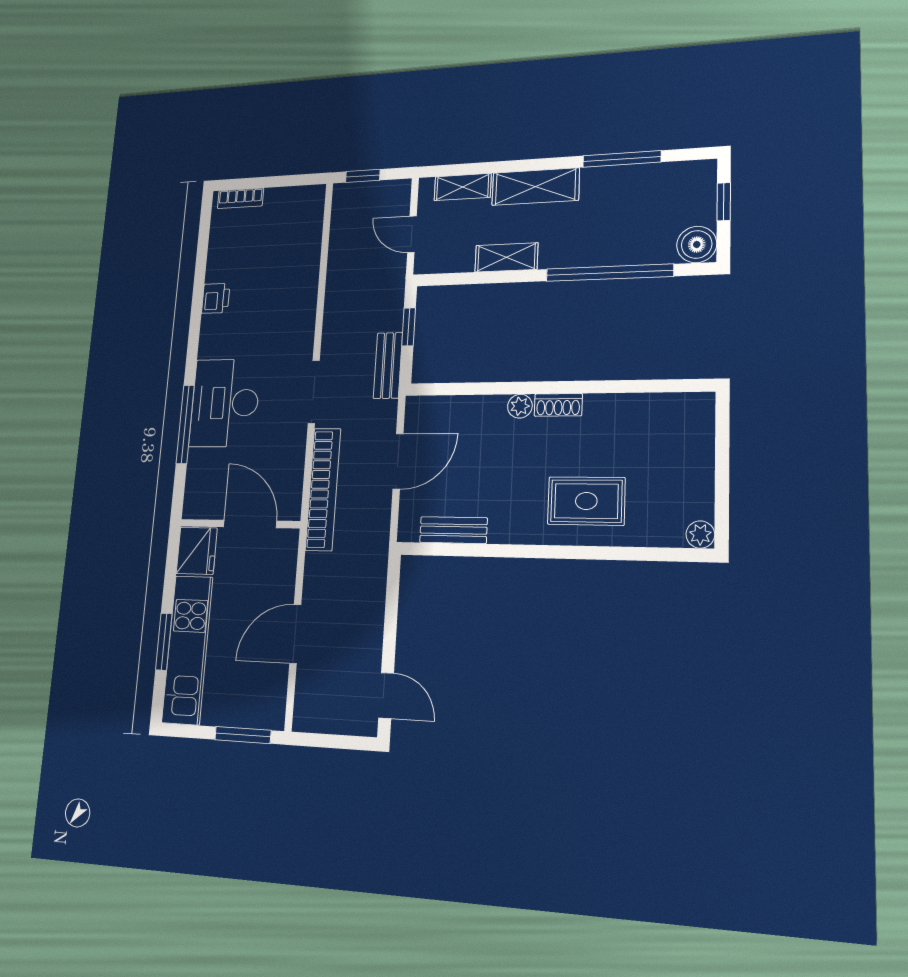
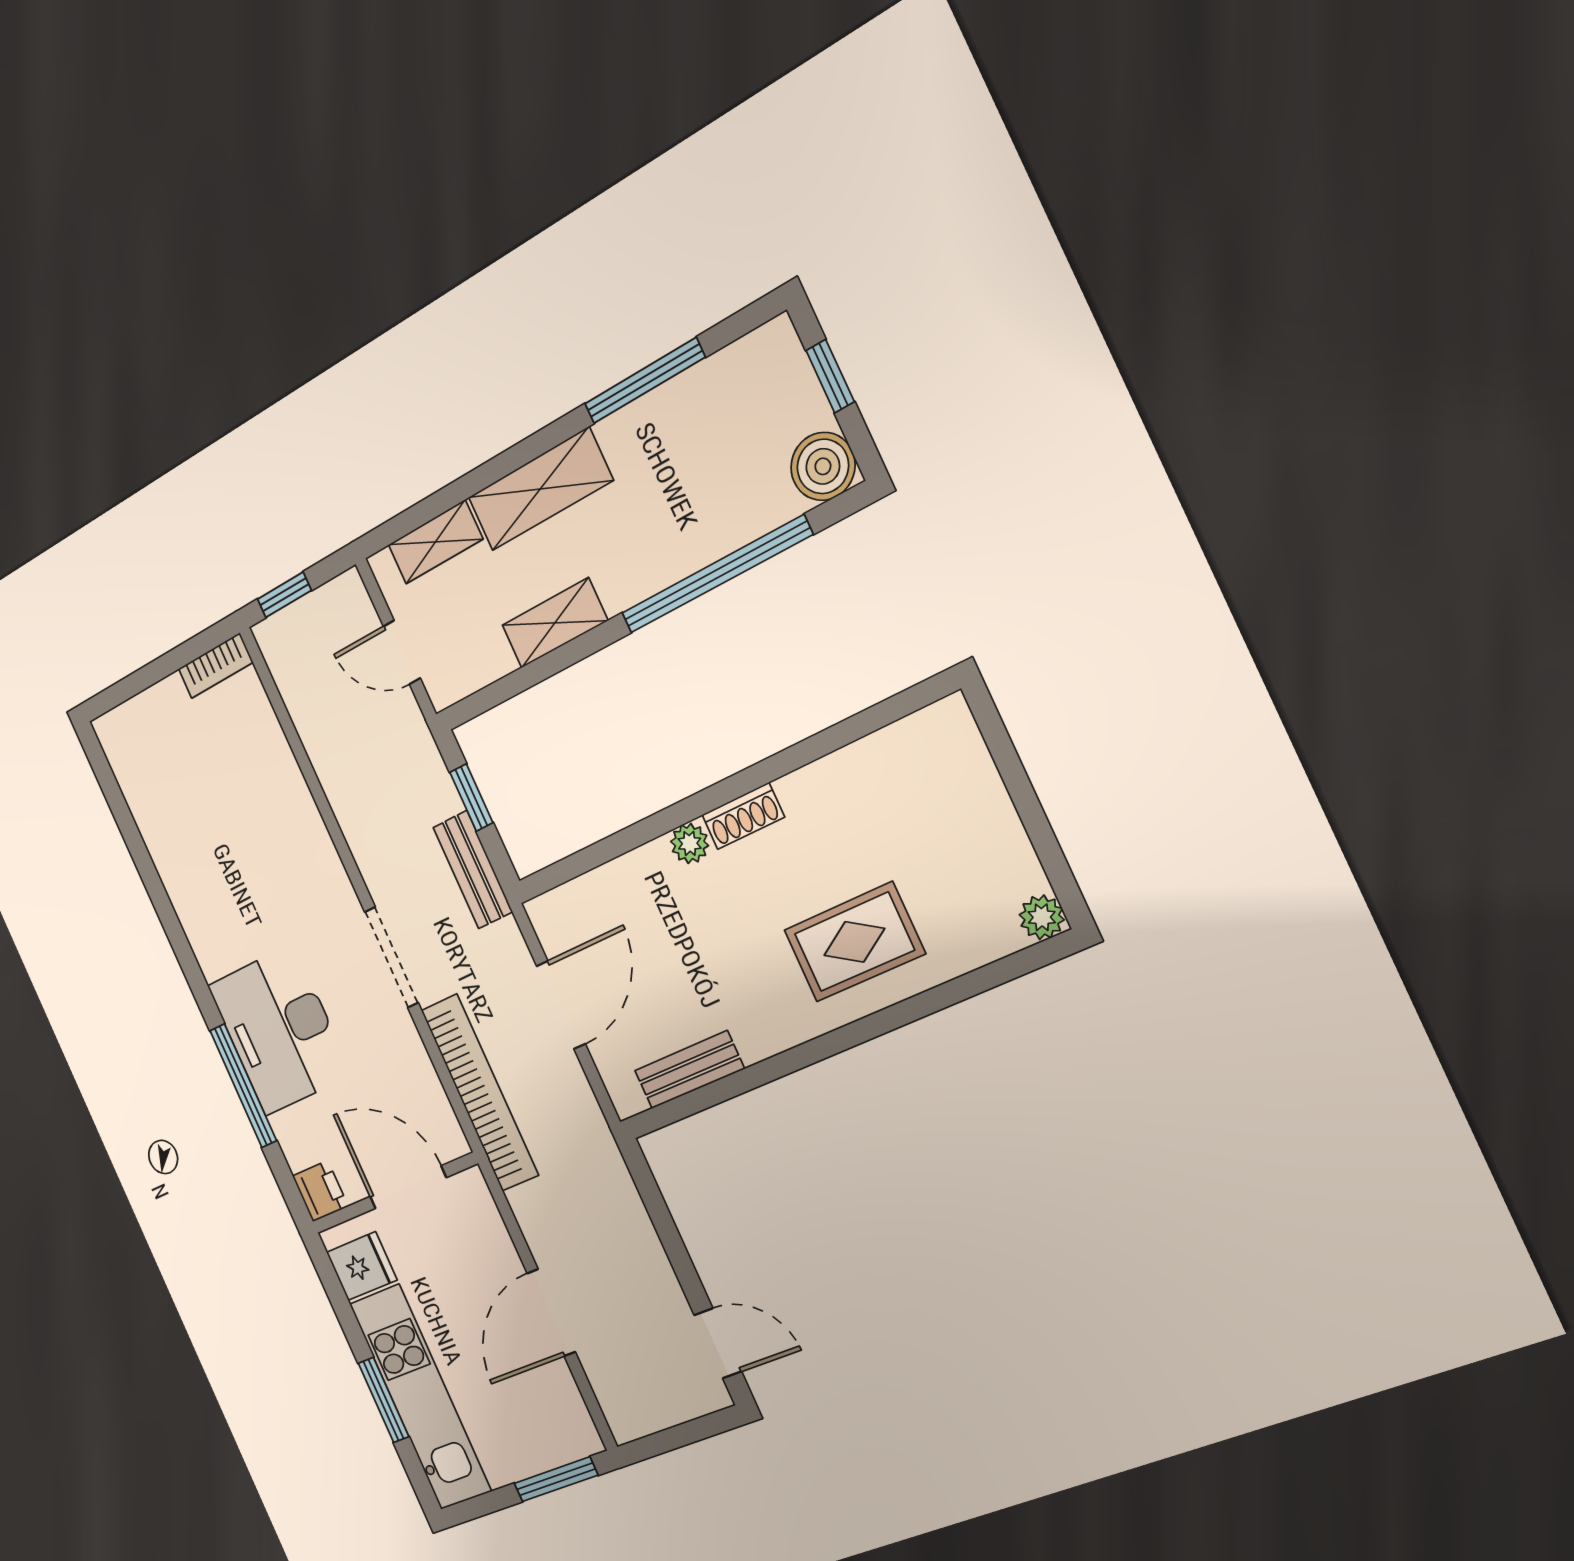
bookcase: (240, 198) -> (216, 666), moved
printer: (216, 298) -> (320, 1191), moved
fridge: (197, 551) -> (362, 1266), width x0.72

